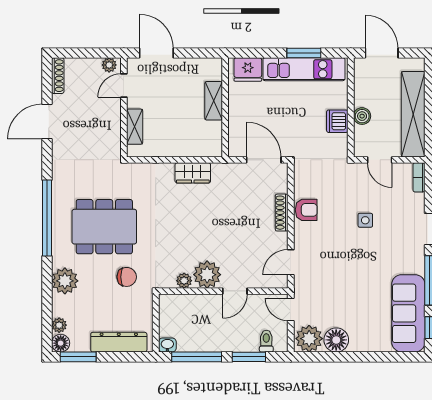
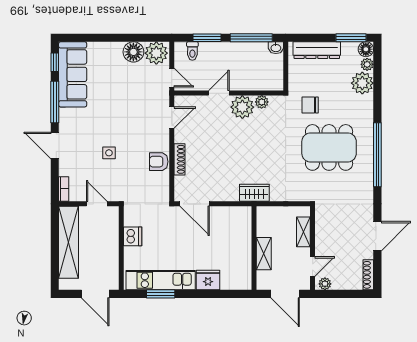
shelving: (214, 101) -> (264, 254), moved
wall: (225, 107) -> (254, 248), moved
boiler: (362, 116) -> (112, 241), removed
plant: (65, 281) -> (362, 83), moved

